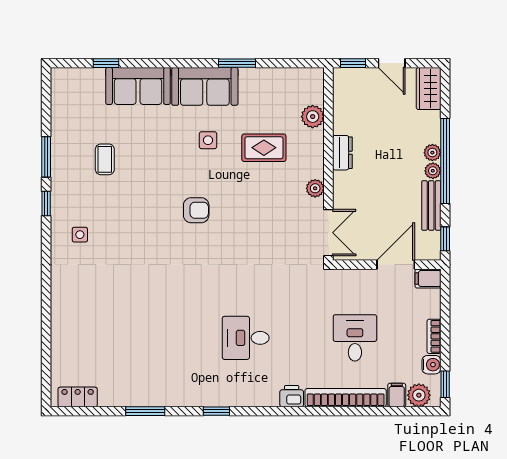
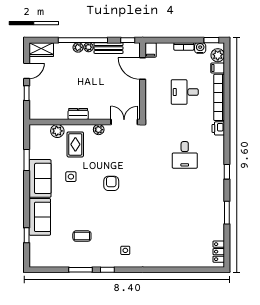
plant: (313, 117) -> (57, 131), moved
dresser: (342, 153) -> (78, 114), moved
wall: (328, 164) -> (85, 122), moved
plant: (315, 188) -> (99, 130), moved
double door: (328, 233) -> (124, 122), moved

